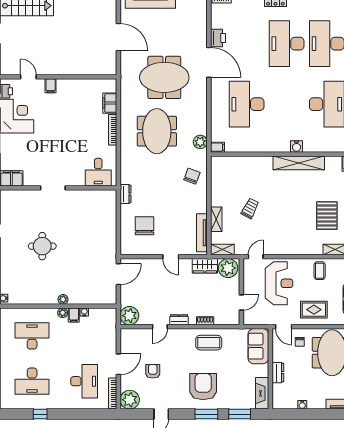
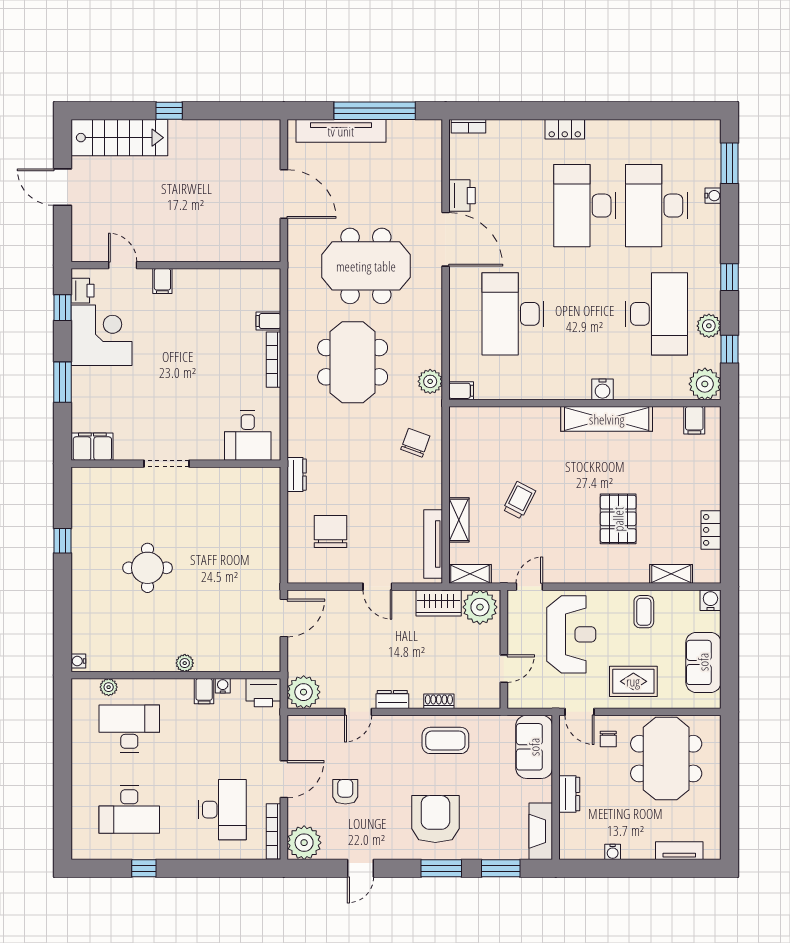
filing cabinet: (110, 103) -> (268, 321), width x0.50
pallet: (327, 216) -> (618, 519), moved
plant: (63, 313) -> (109, 687), moved
printer: (107, 316) -> (263, 693), added

